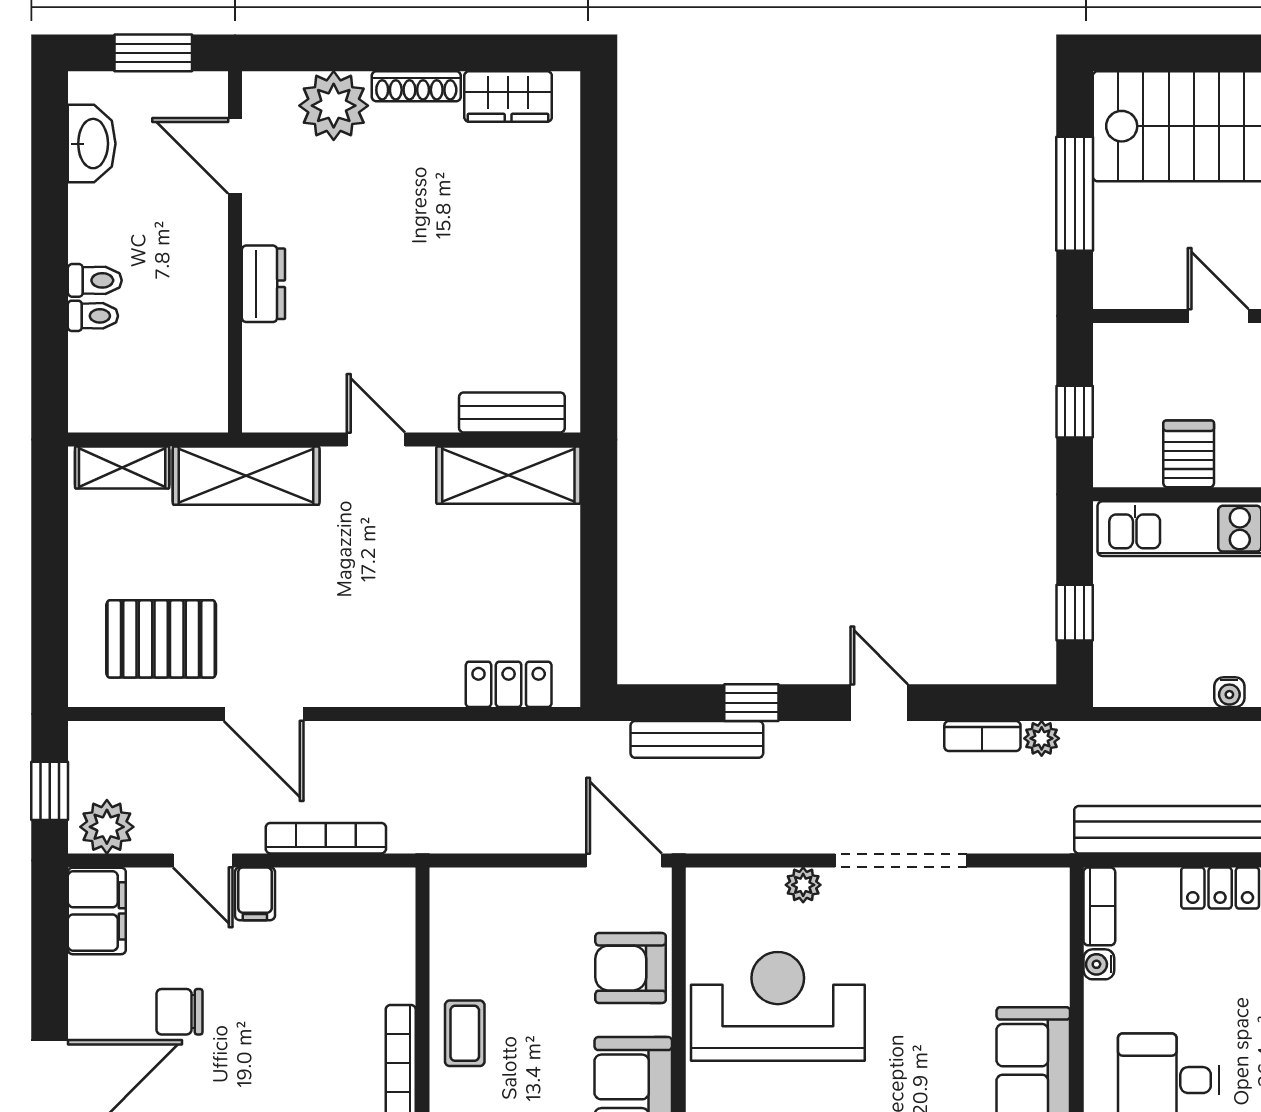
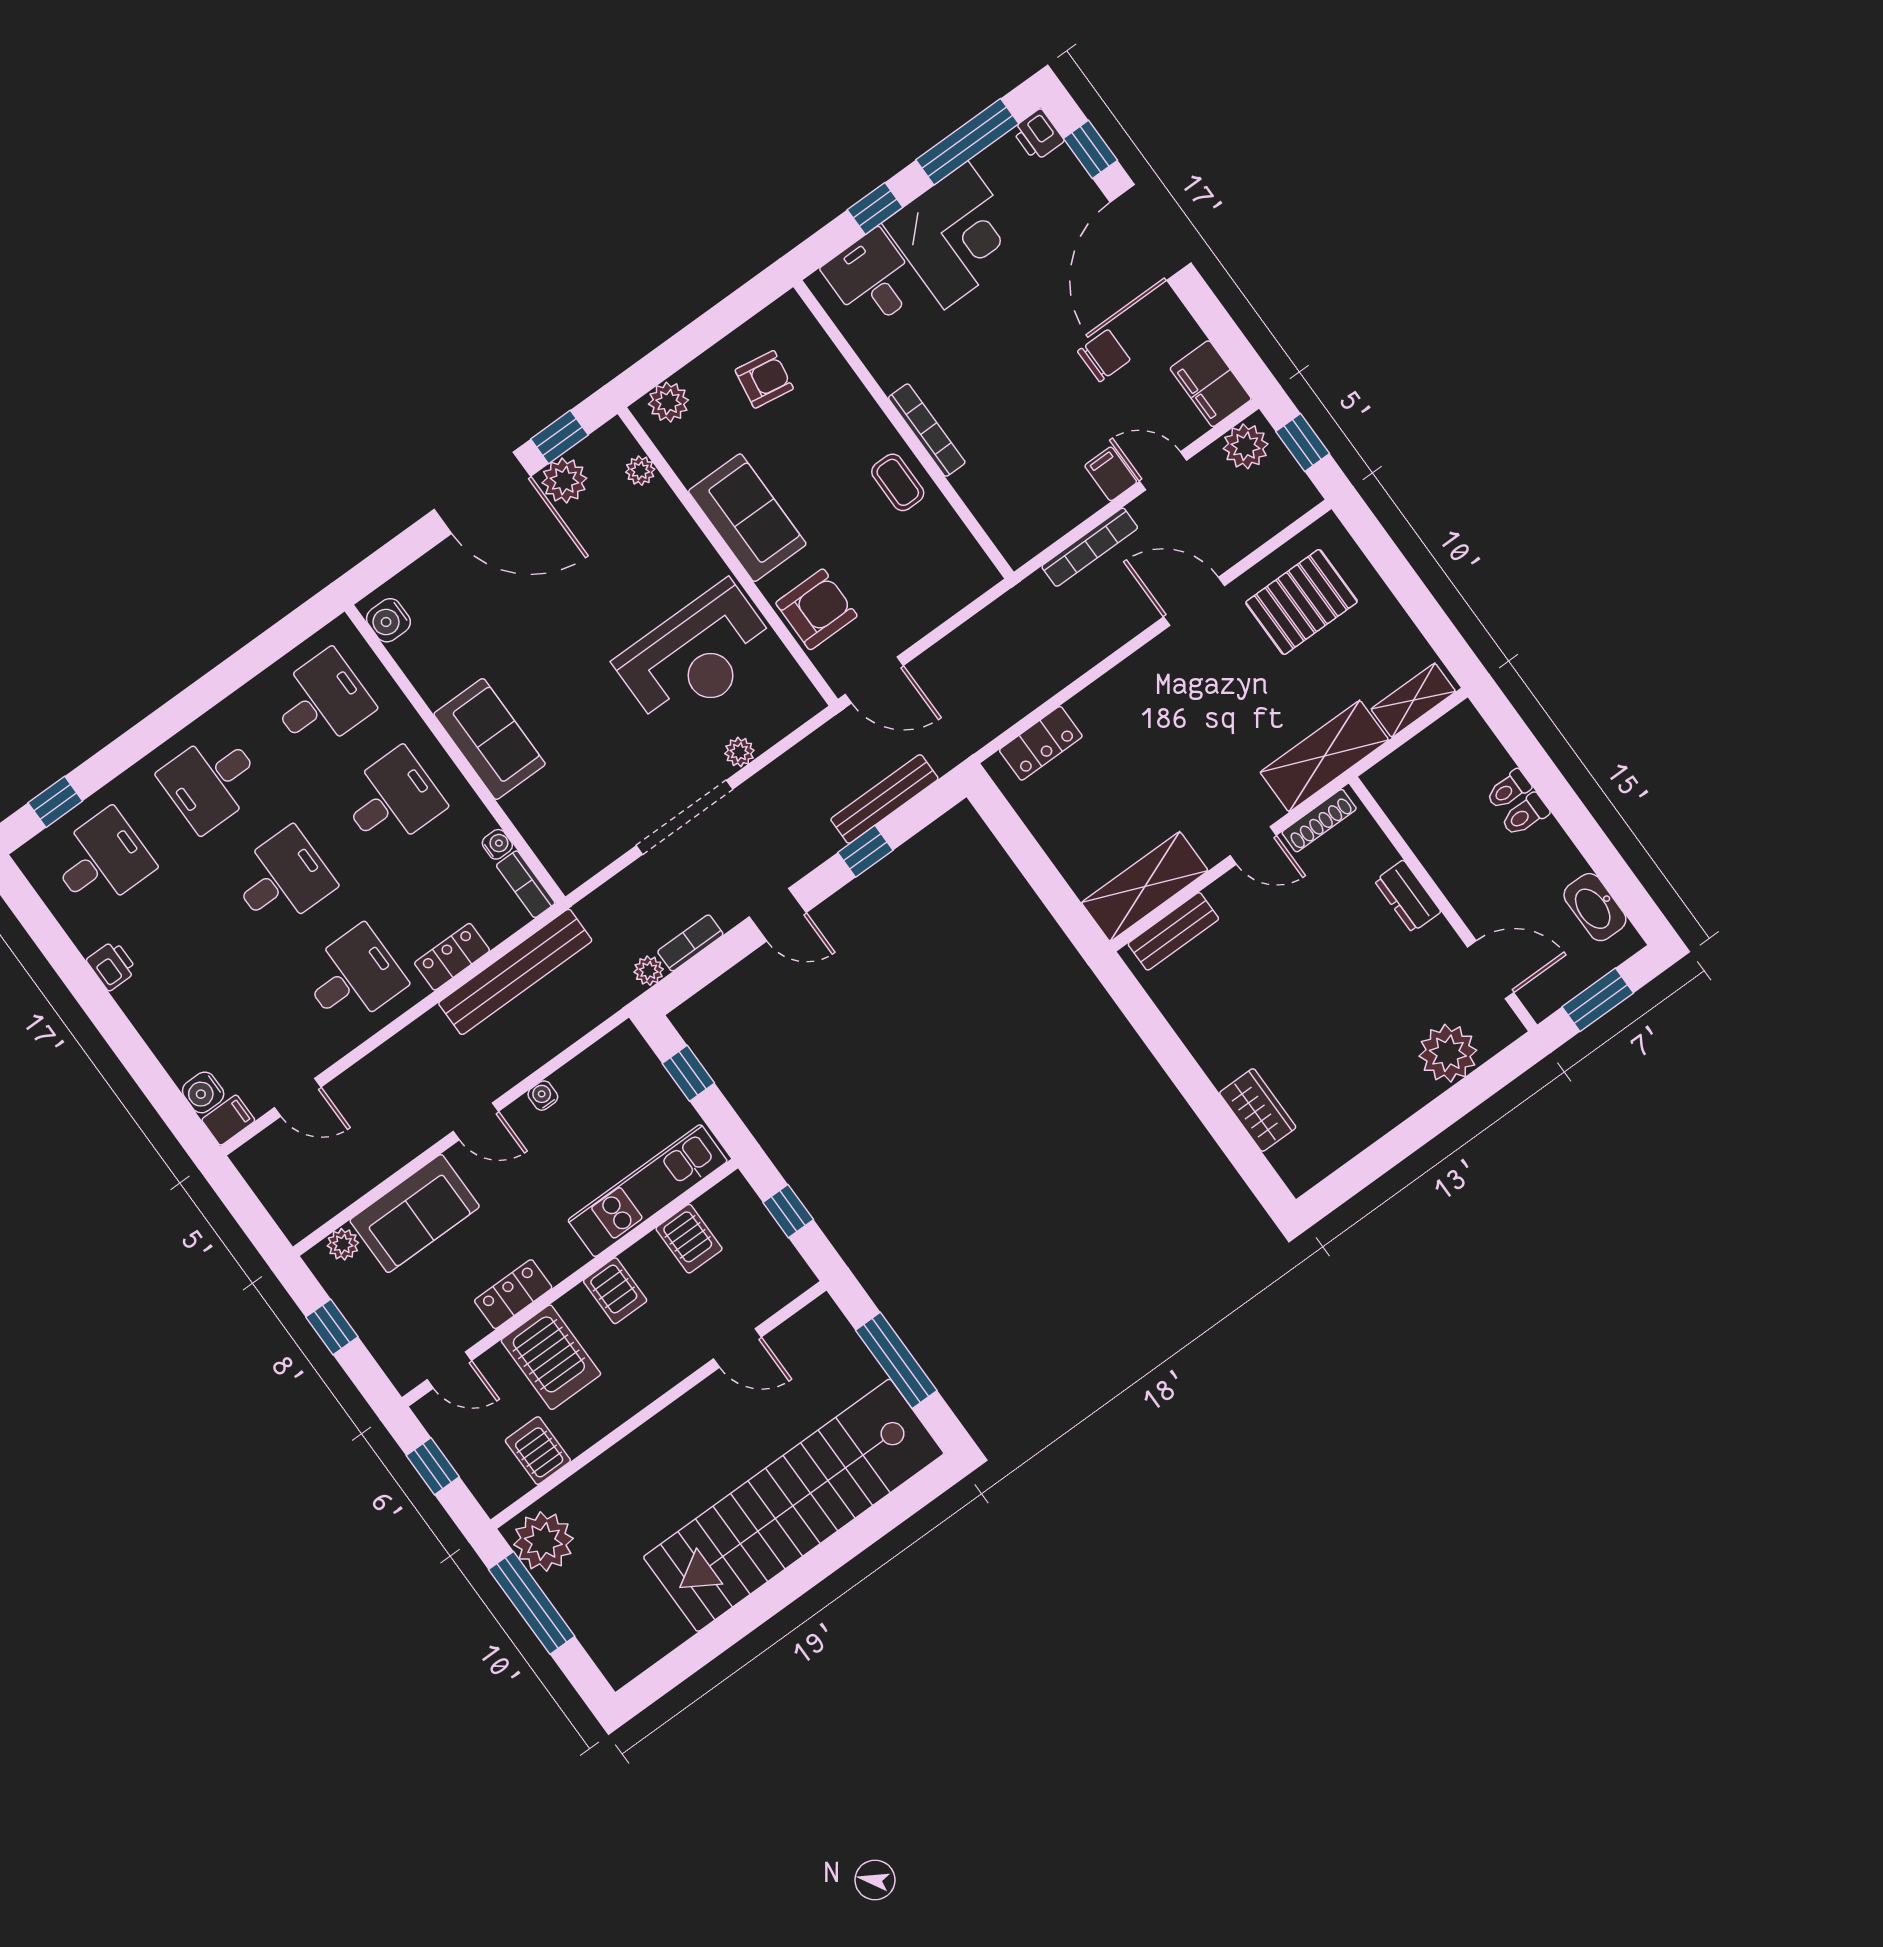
shoe rack: (416, 86) -> (1319, 821), moved, turned 180
wardrobe: (508, 96) -> (1258, 1110), moved, turned 90

